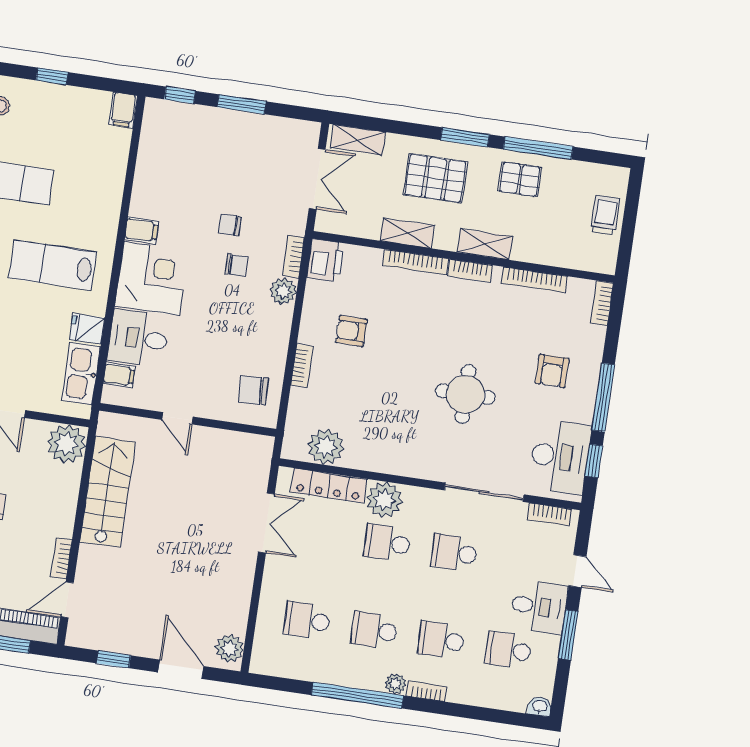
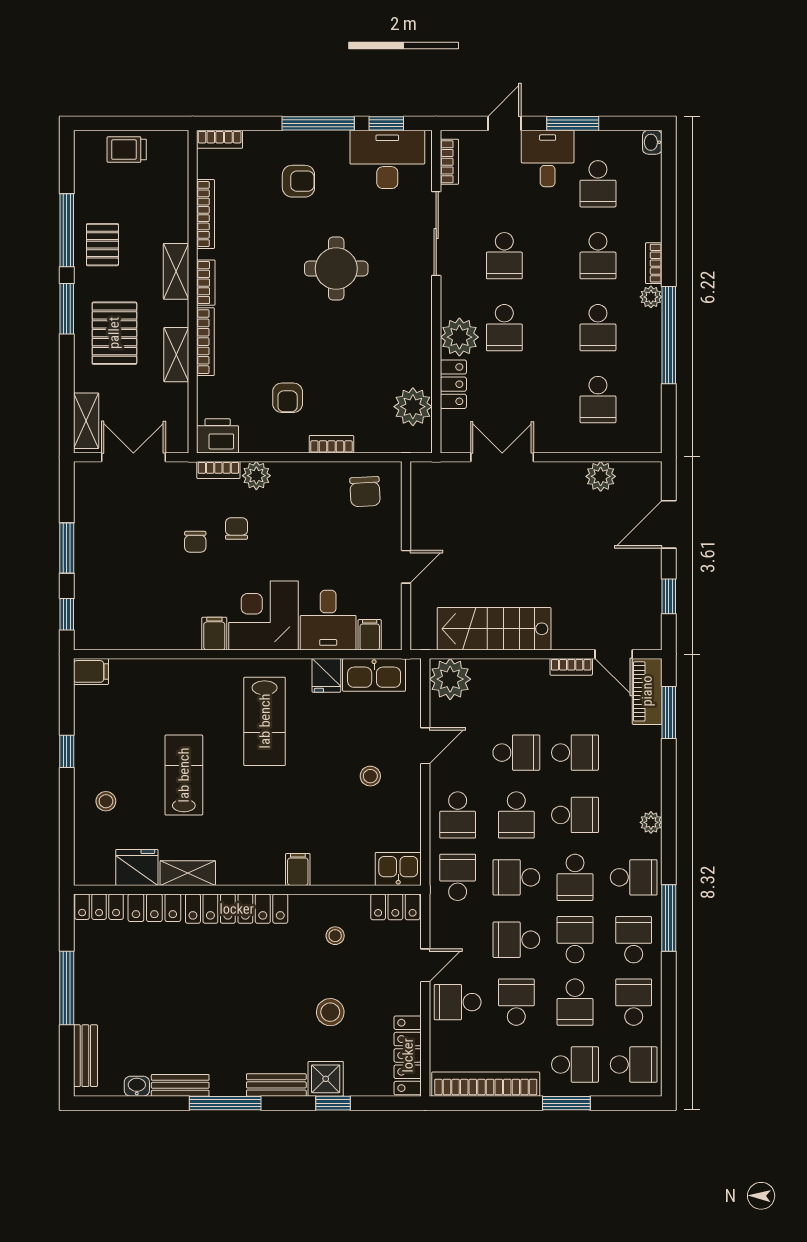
locker: (329, 486) -> (453, 384), width x0.66
plant: (230, 649) -> (601, 476), moved

